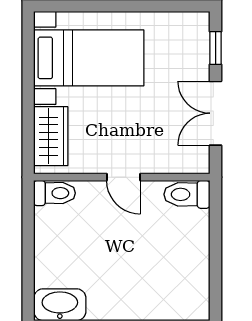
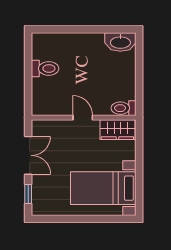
wardrobe: (51, 136) -> (117, 130), moved, turned -90
toilet: (187, 194) -> (45, 69), moved

